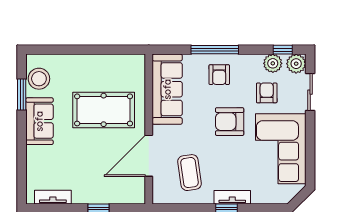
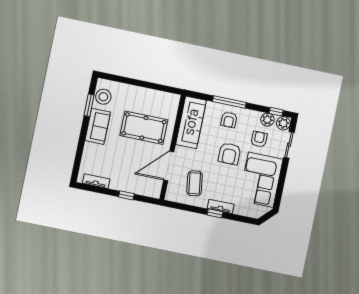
armchair: (230, 122) -> (229, 154), turned -90

